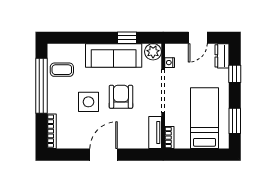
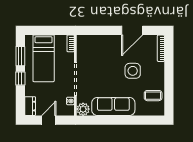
window: (127, 38) -> (103, 120), removed
window: (235, 74) -> (20, 78), moved
window: (41, 86) -> (169, 83), removed
armchair: (121, 97) -> (108, 75), removed
tv unit: (155, 133) -> (81, 47), removed
door: (104, 155) -> (132, 30), moved

